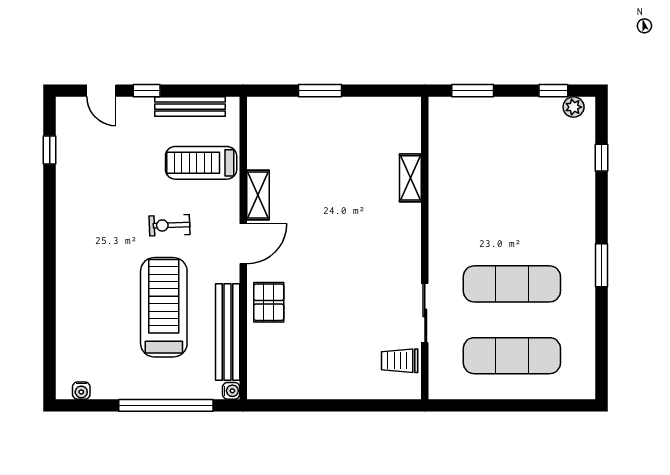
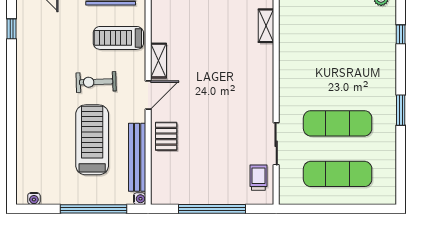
shelving: (410, 178) -> (266, 26), moved
exercise bike: (170, 225) -> (96, 82), width x1.38, depth x1.39
trolley: (400, 361) -> (258, 178), turned 90
window: (334, 405) -> (212, 209), added

